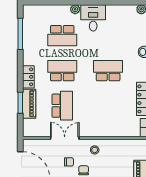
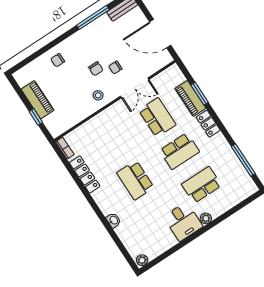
school desk: (108, 71) -> (135, 180), turned 90
school desk: (62, 106) -> (157, 117), turned 180

